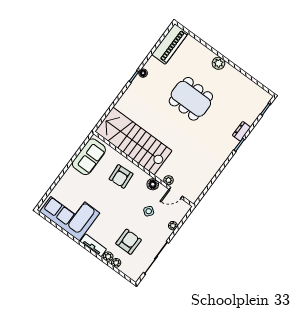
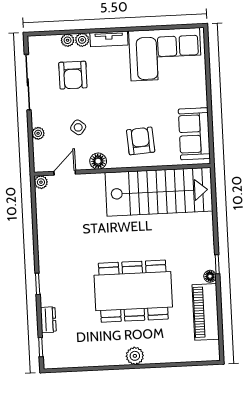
piano: (170, 44) -> (206, 312), moved
dining table: (191, 99) -> (133, 291), width x1.36, depth x1.24
dresser: (242, 131) -> (48, 320), moved
plant: (169, 180) -> (41, 182), moved

